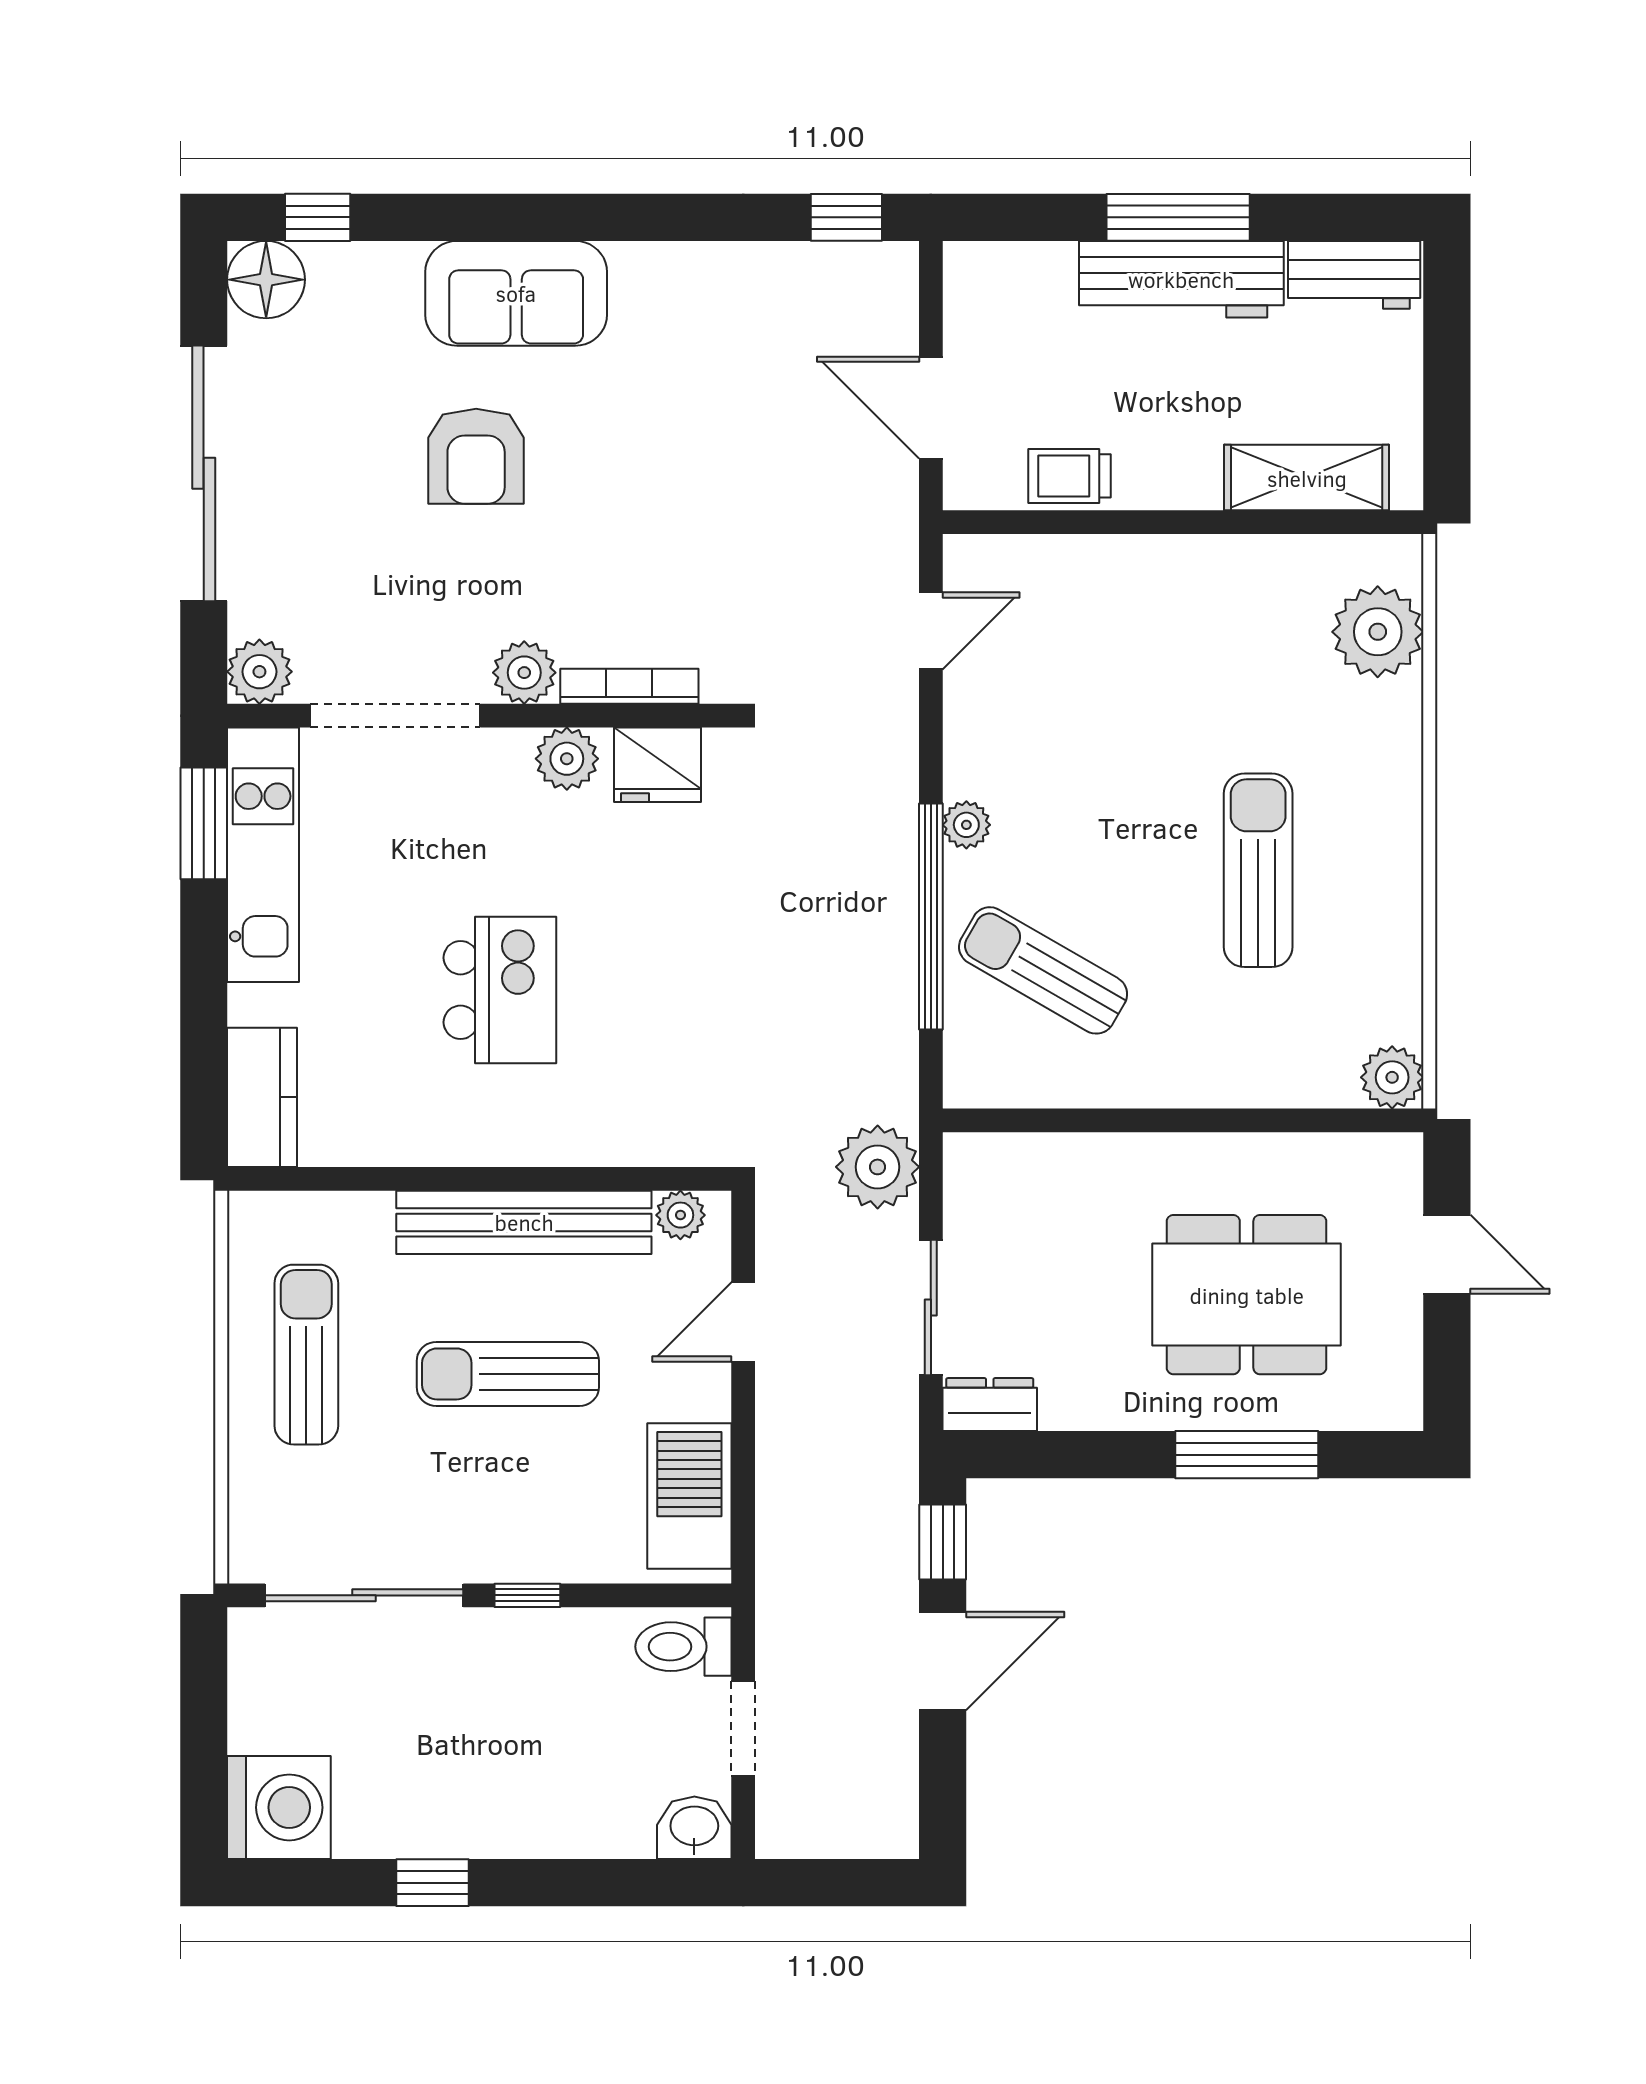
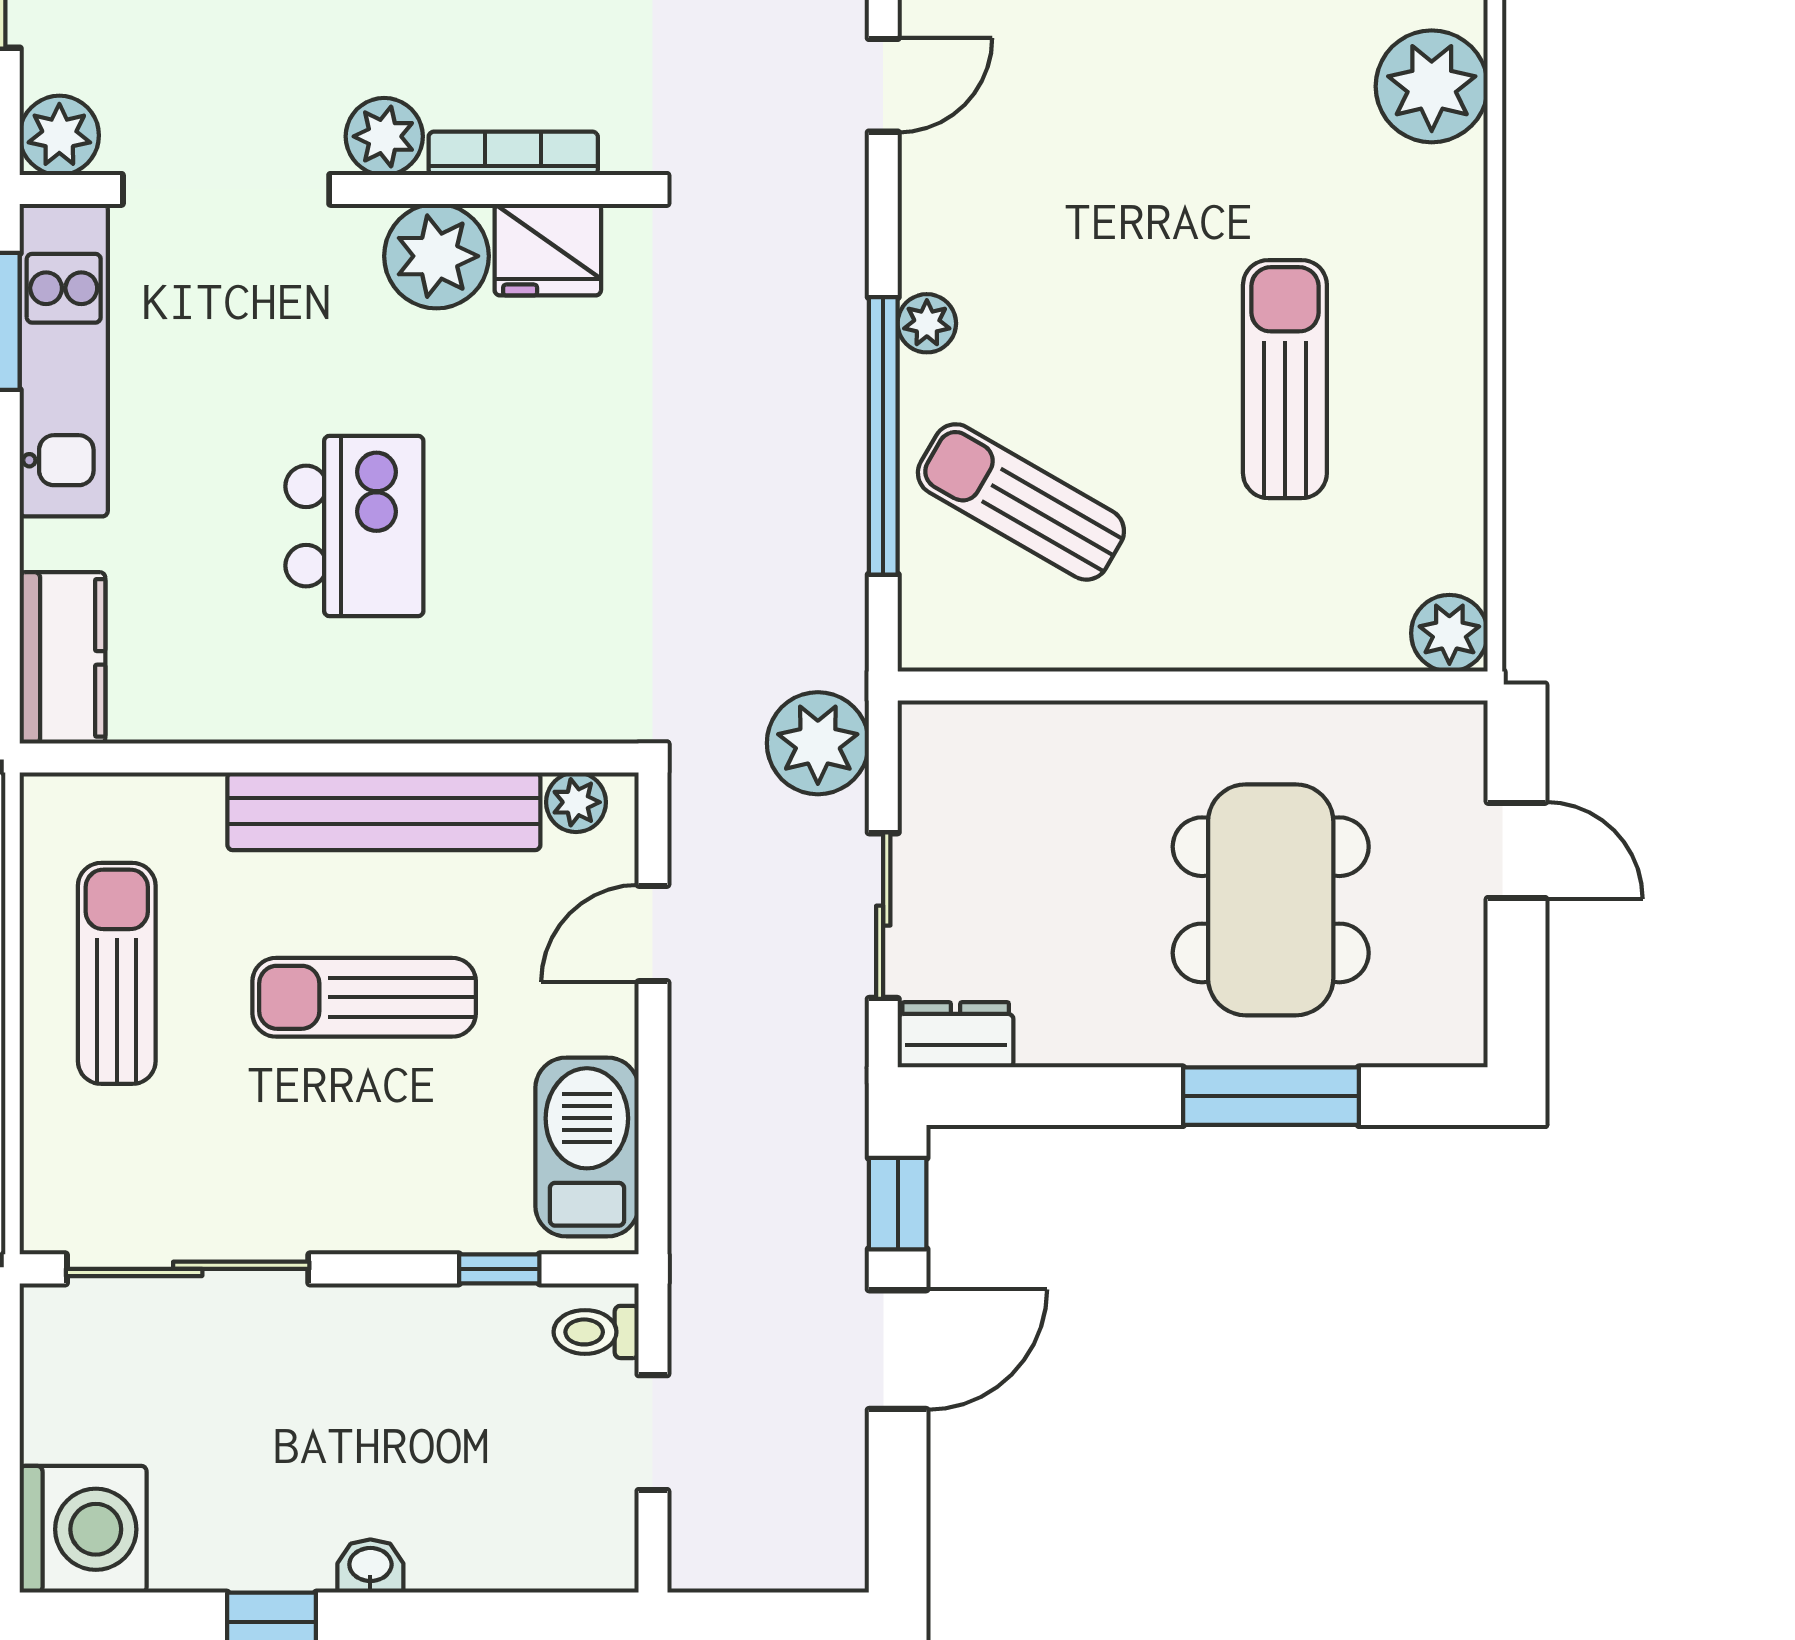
plant: (567, 759) -> (436, 256), width x1.36, depth x1.36
dining table: (1247, 1295) -> (1271, 900), turned 90
window: (527, 1595) -> (499, 1269), moved
toilet: (683, 1647) -> (596, 1332), width x0.73, depth x0.72
washbasin: (694, 1828) -> (370, 1566), moved, width x0.72, depth x0.69

